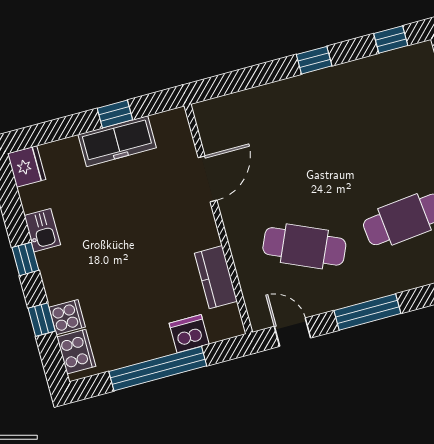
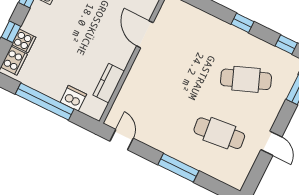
door: (208, 179) -> (145, 34), swing flipped
cafe table: (304, 246) -> (246, 79), moved, turned -45
window: (367, 312) -> (178, 168), moved

